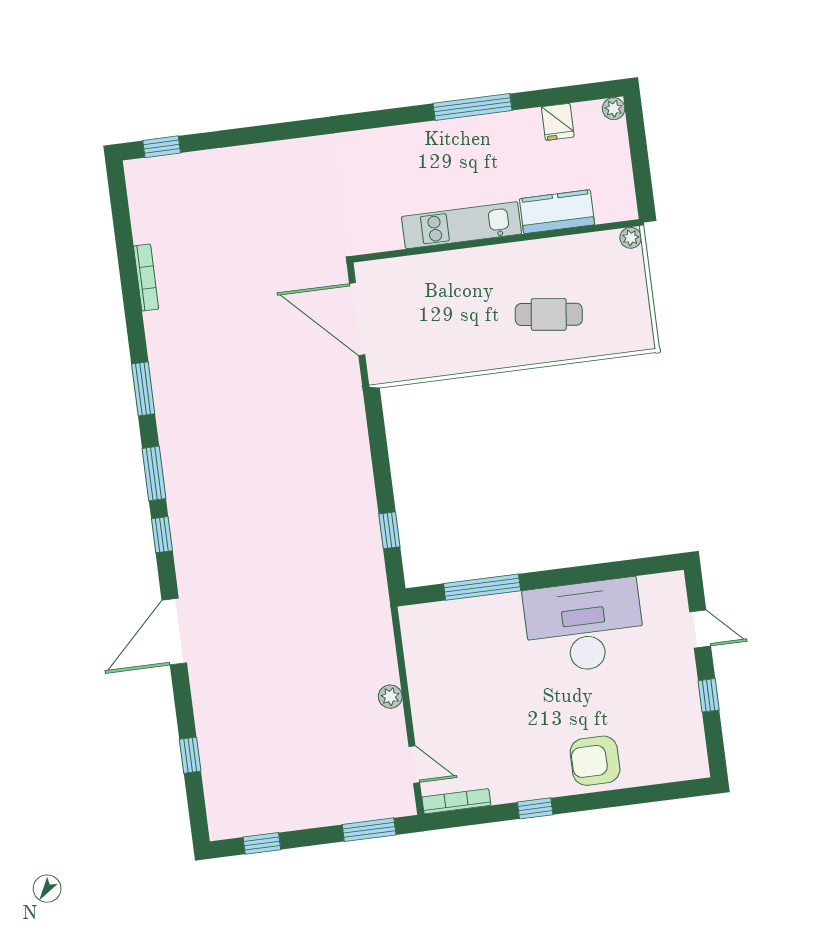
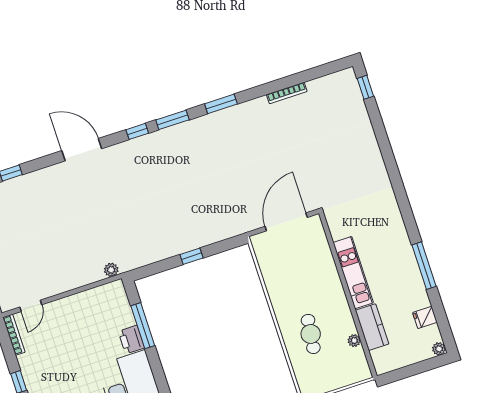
plant: (631, 238) -> (354, 341), moved
window: (389, 530) -> (191, 256), moved
printer: (501, 610) -> (131, 340), added
plant: (390, 697) -> (111, 270), moved

